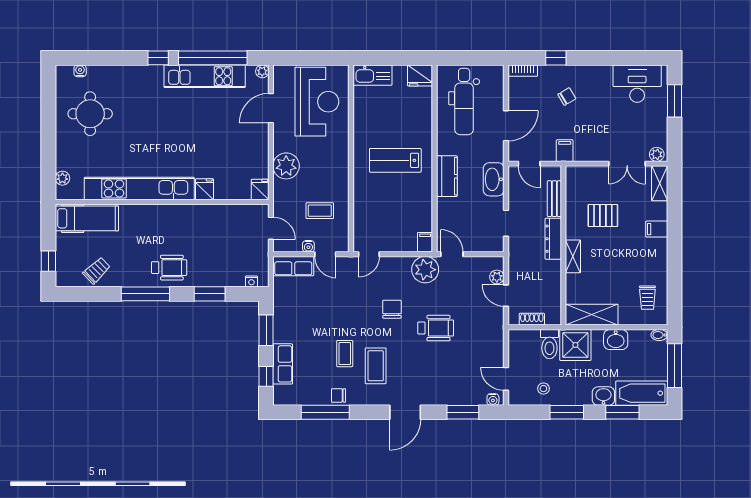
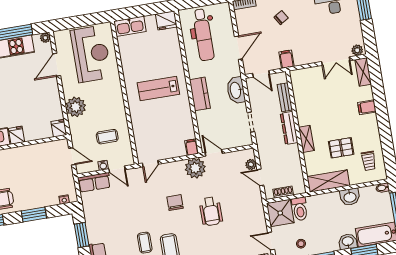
pallet: (603, 216) -> (341, 148), moved
wheelchair: (436, 328) -> (211, 211), turned 90
shower: (575, 345) -> (280, 213), moved

